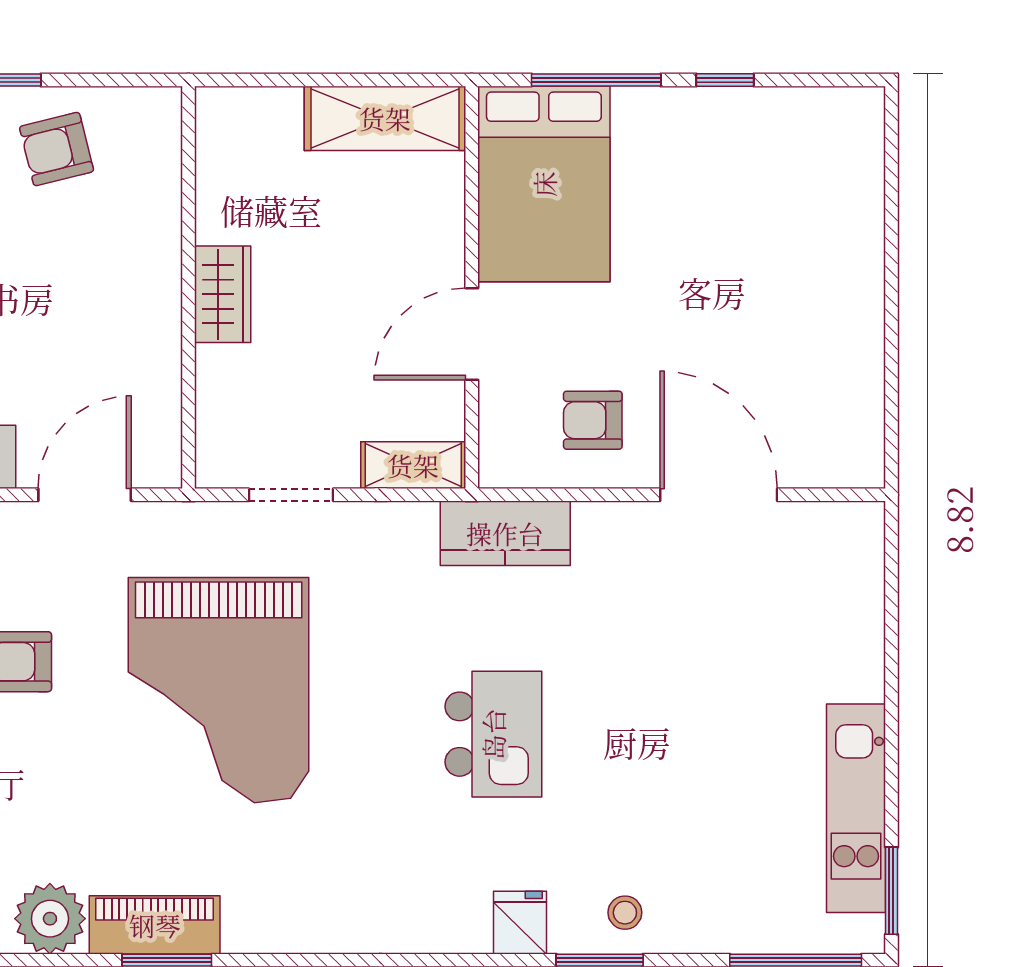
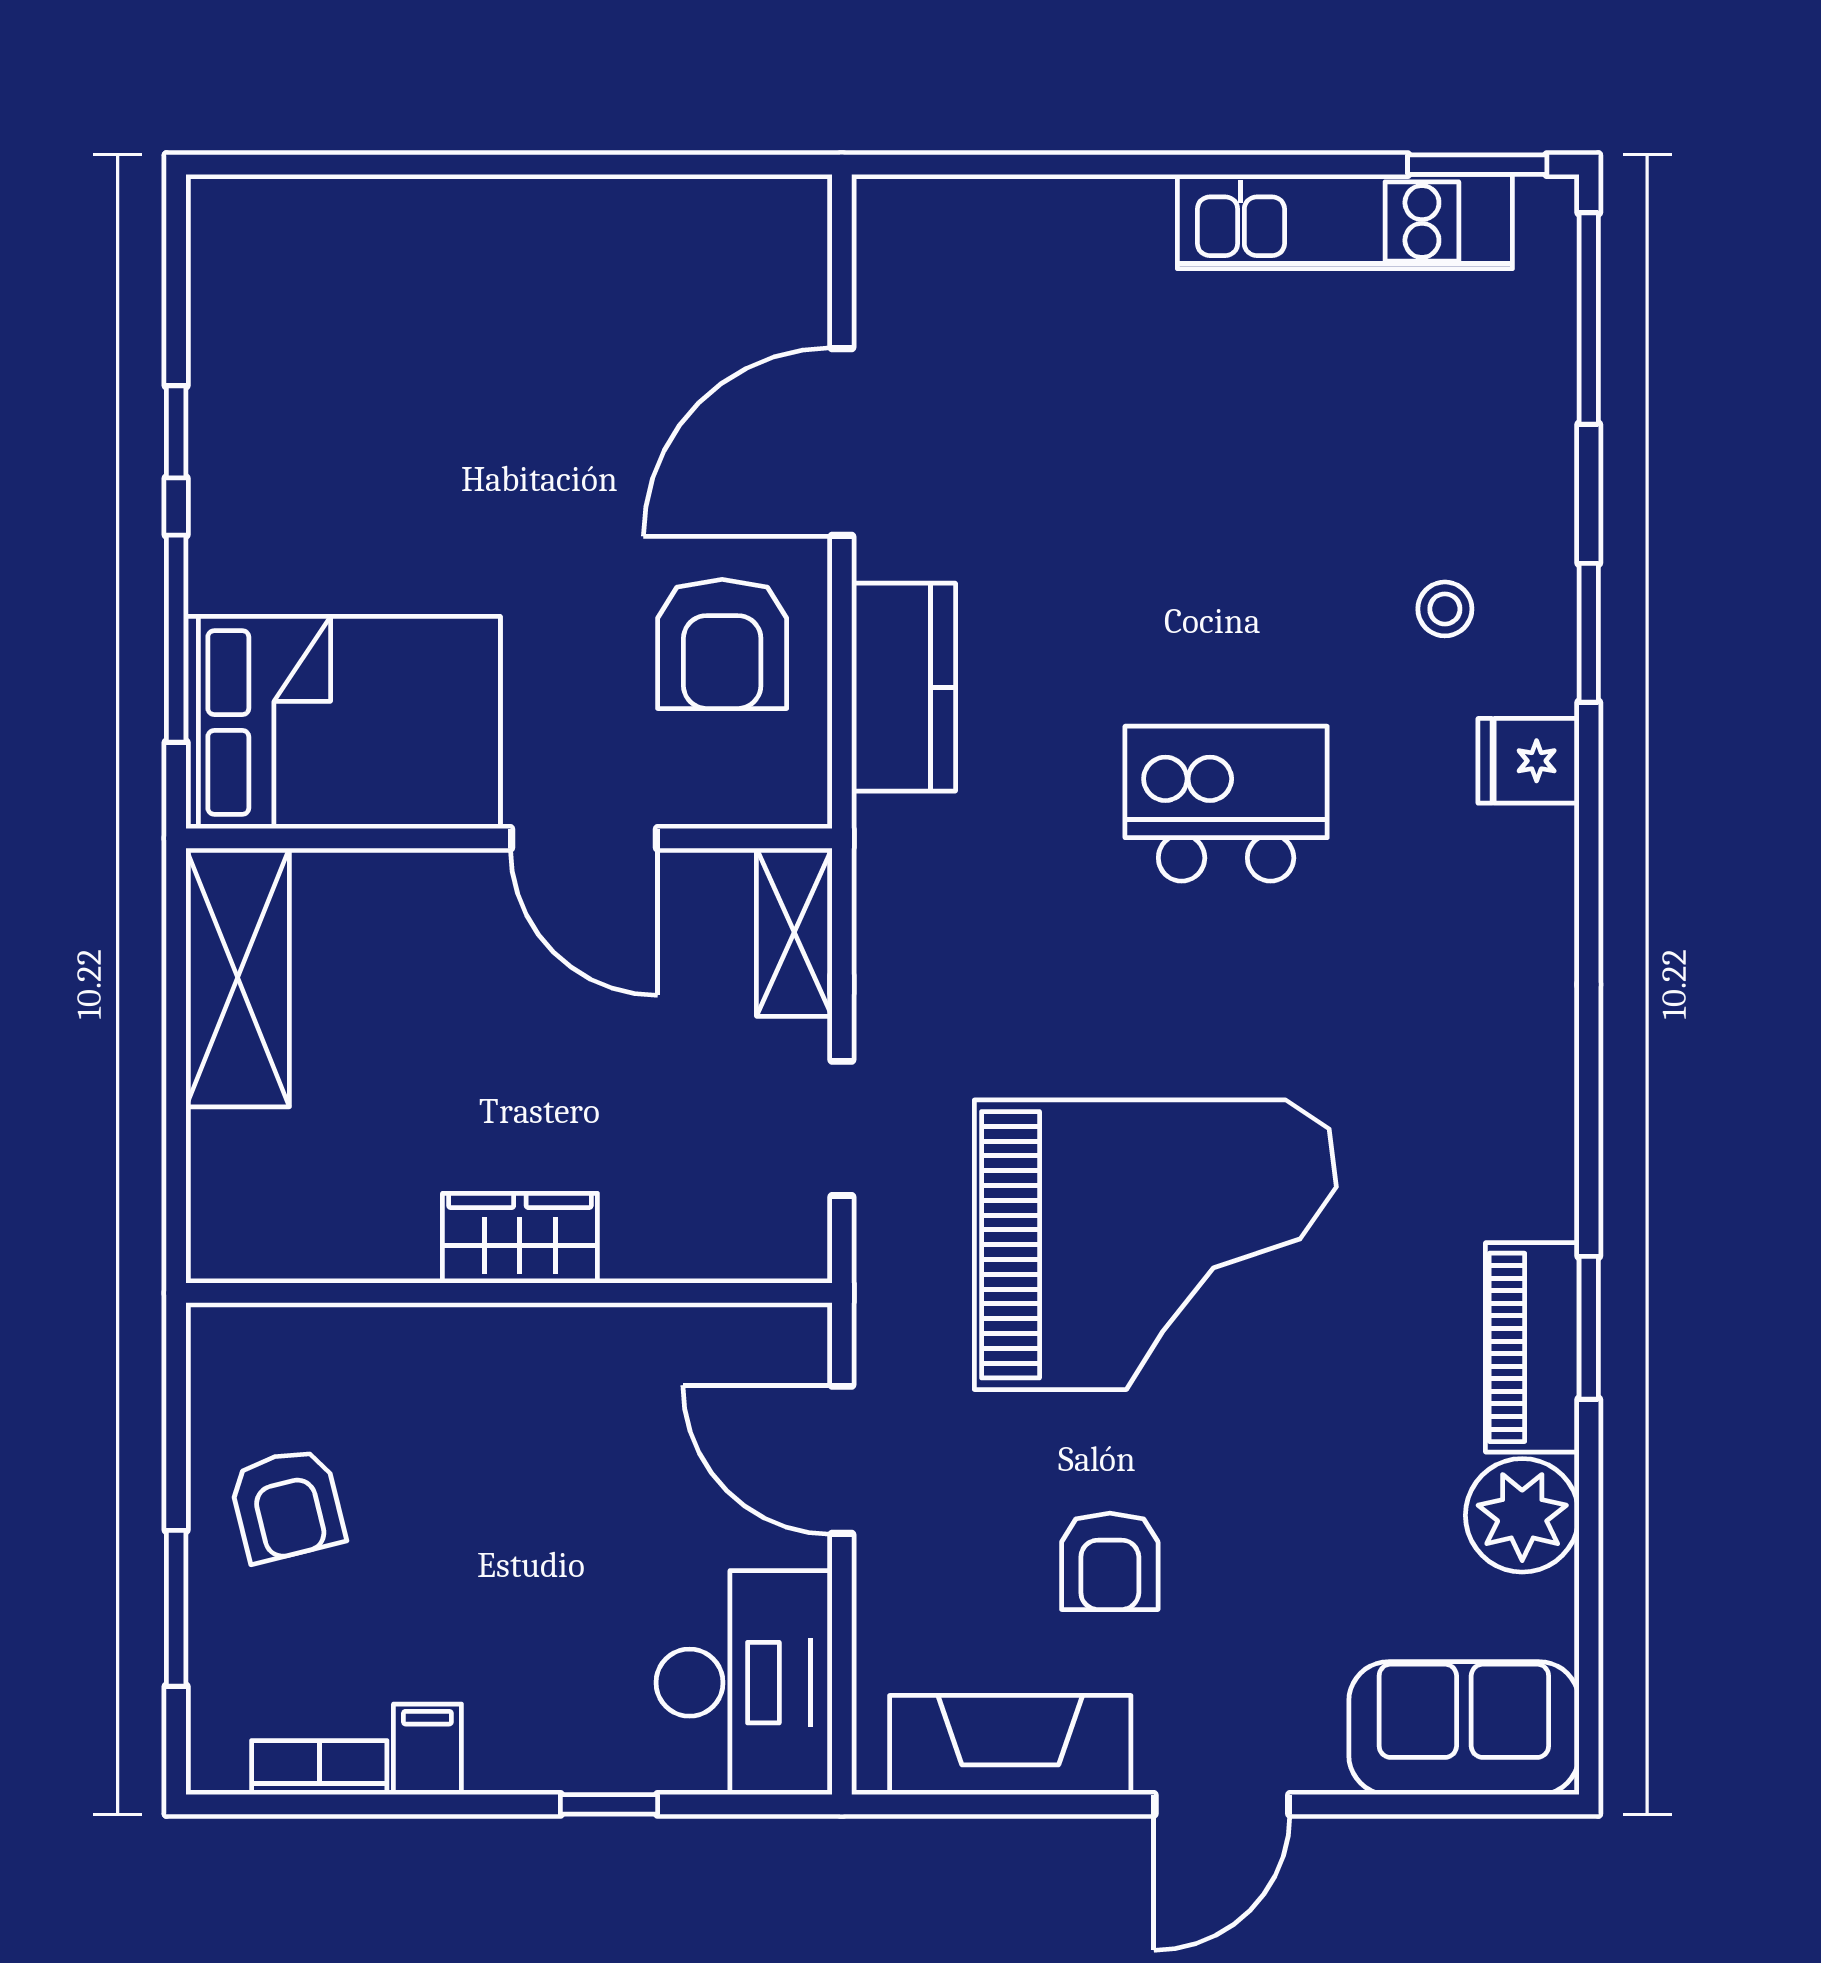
armchair: (593, 420) -> (722, 644), width x1.38, depth x1.38
kitchen counter: (505, 533) -> (904, 687), moved
stool: (625, 913) -> (1445, 609), moved

